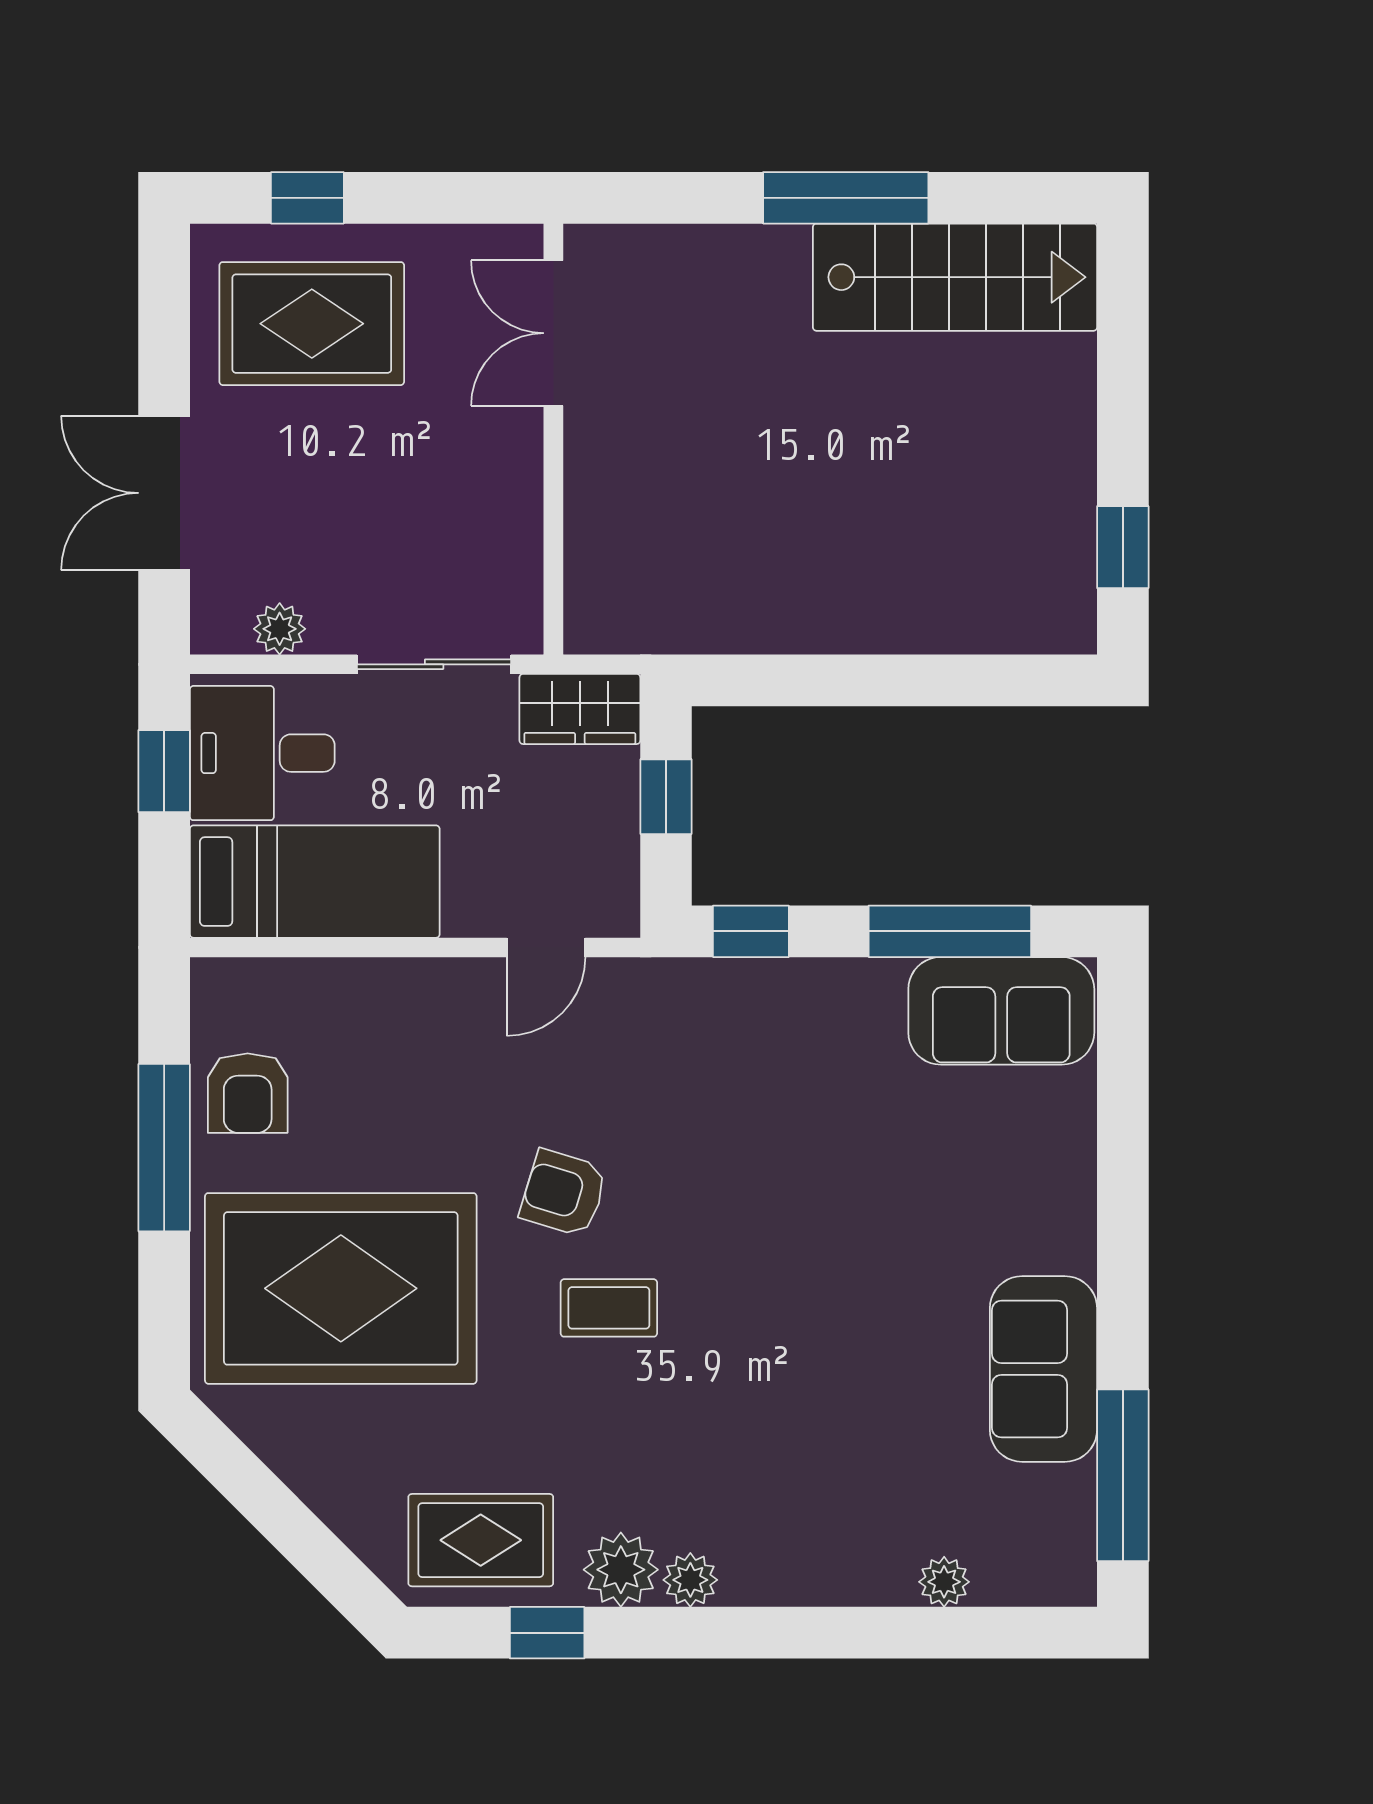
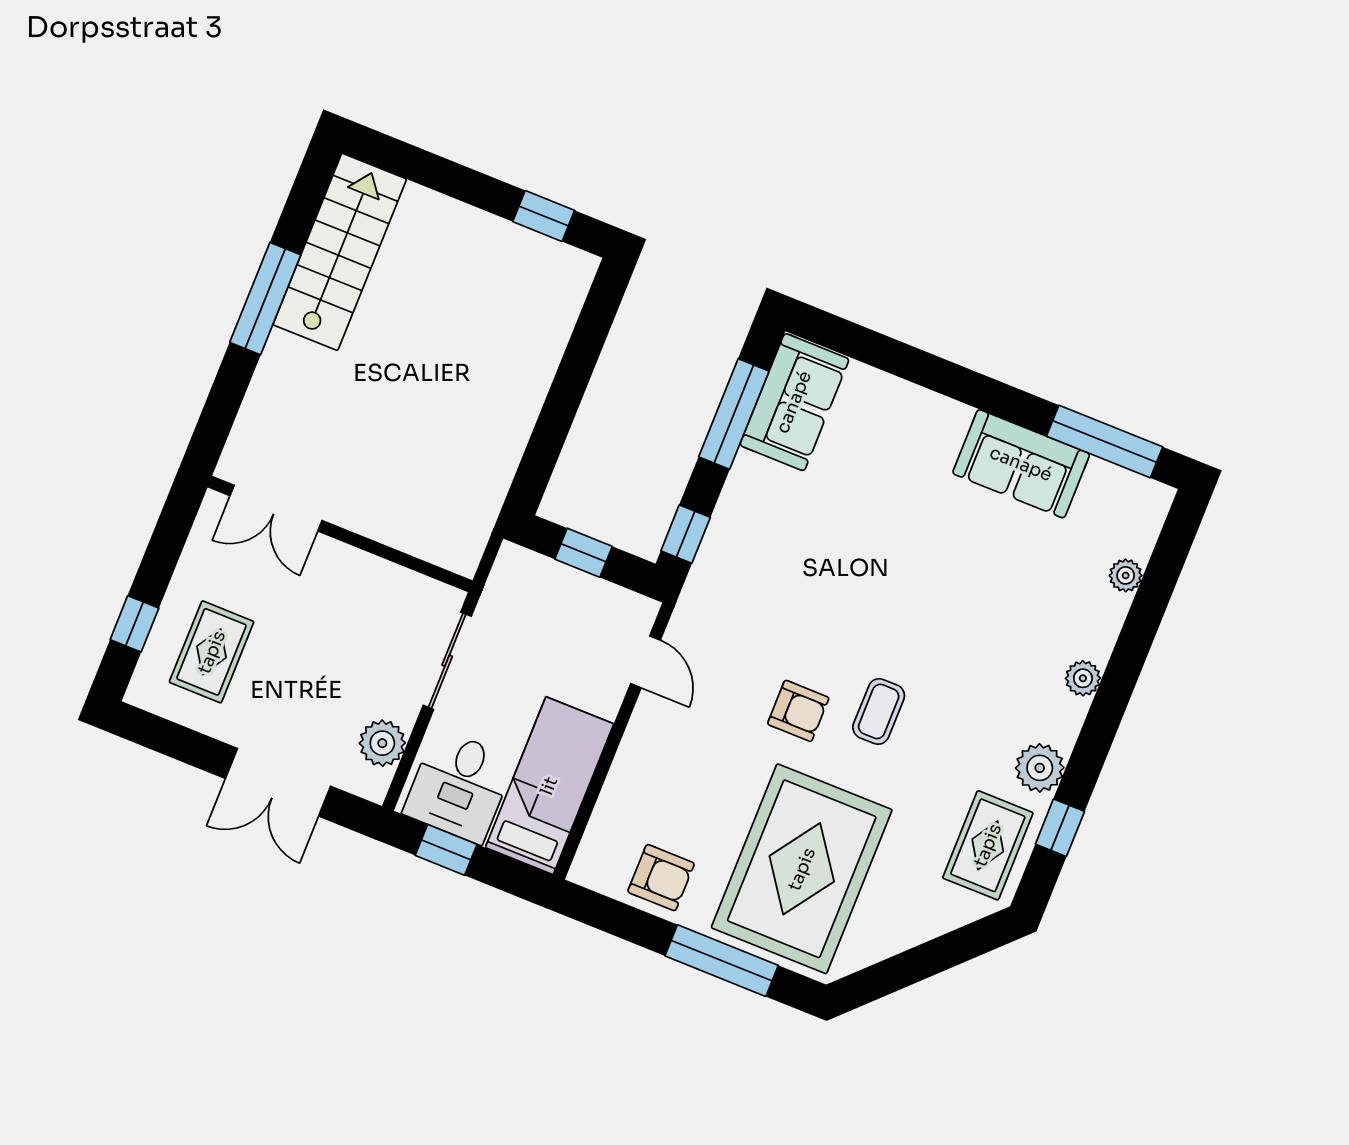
rug: (312, 324) -> (212, 652), width x0.73, depth x0.70
plant: (280, 629) -> (382, 743), width x1.38, depth x1.38
wardrobe: (580, 709) -> (510, 583), removed
window: (164, 1148) -> (722, 961), moved
armchair: (564, 1193) -> (798, 711), turned -107
plant: (690, 1580) -> (1083, 678), moved

